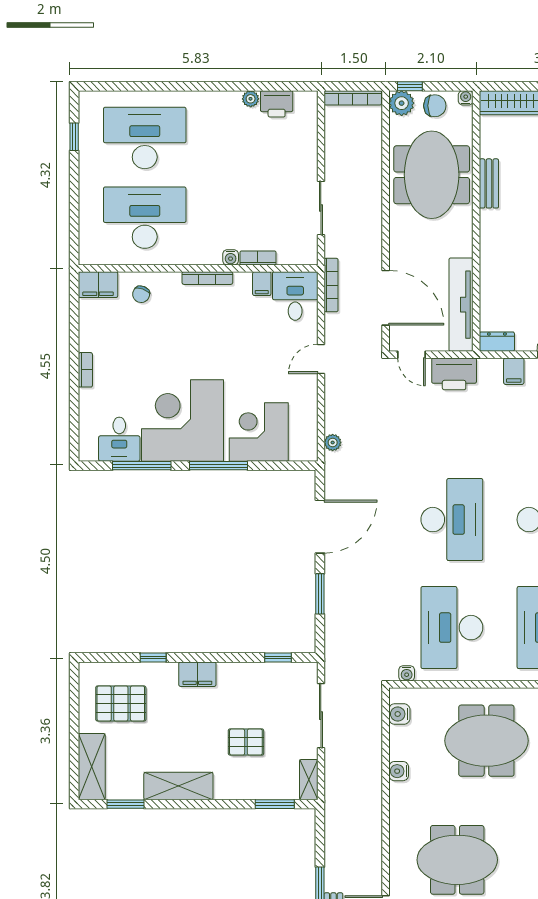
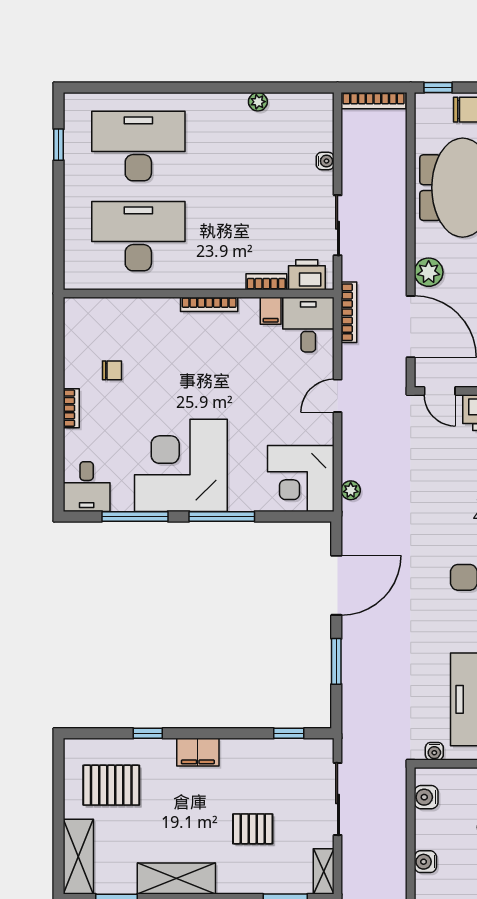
plant: (402, 103) -> (429, 272), moved
printer: (277, 104) -> (307, 275), moved, turned 180
water cooler: (231, 257) -> (325, 161), moved, turned -90
filing cabinet: (98, 285) -> (86, 312), removed
chair: (141, 294) -> (112, 370), moved, turned -110
corner desk: (259, 432) -> (301, 478), moved, turned -90
desk: (119, 439) -> (87, 487), moved

